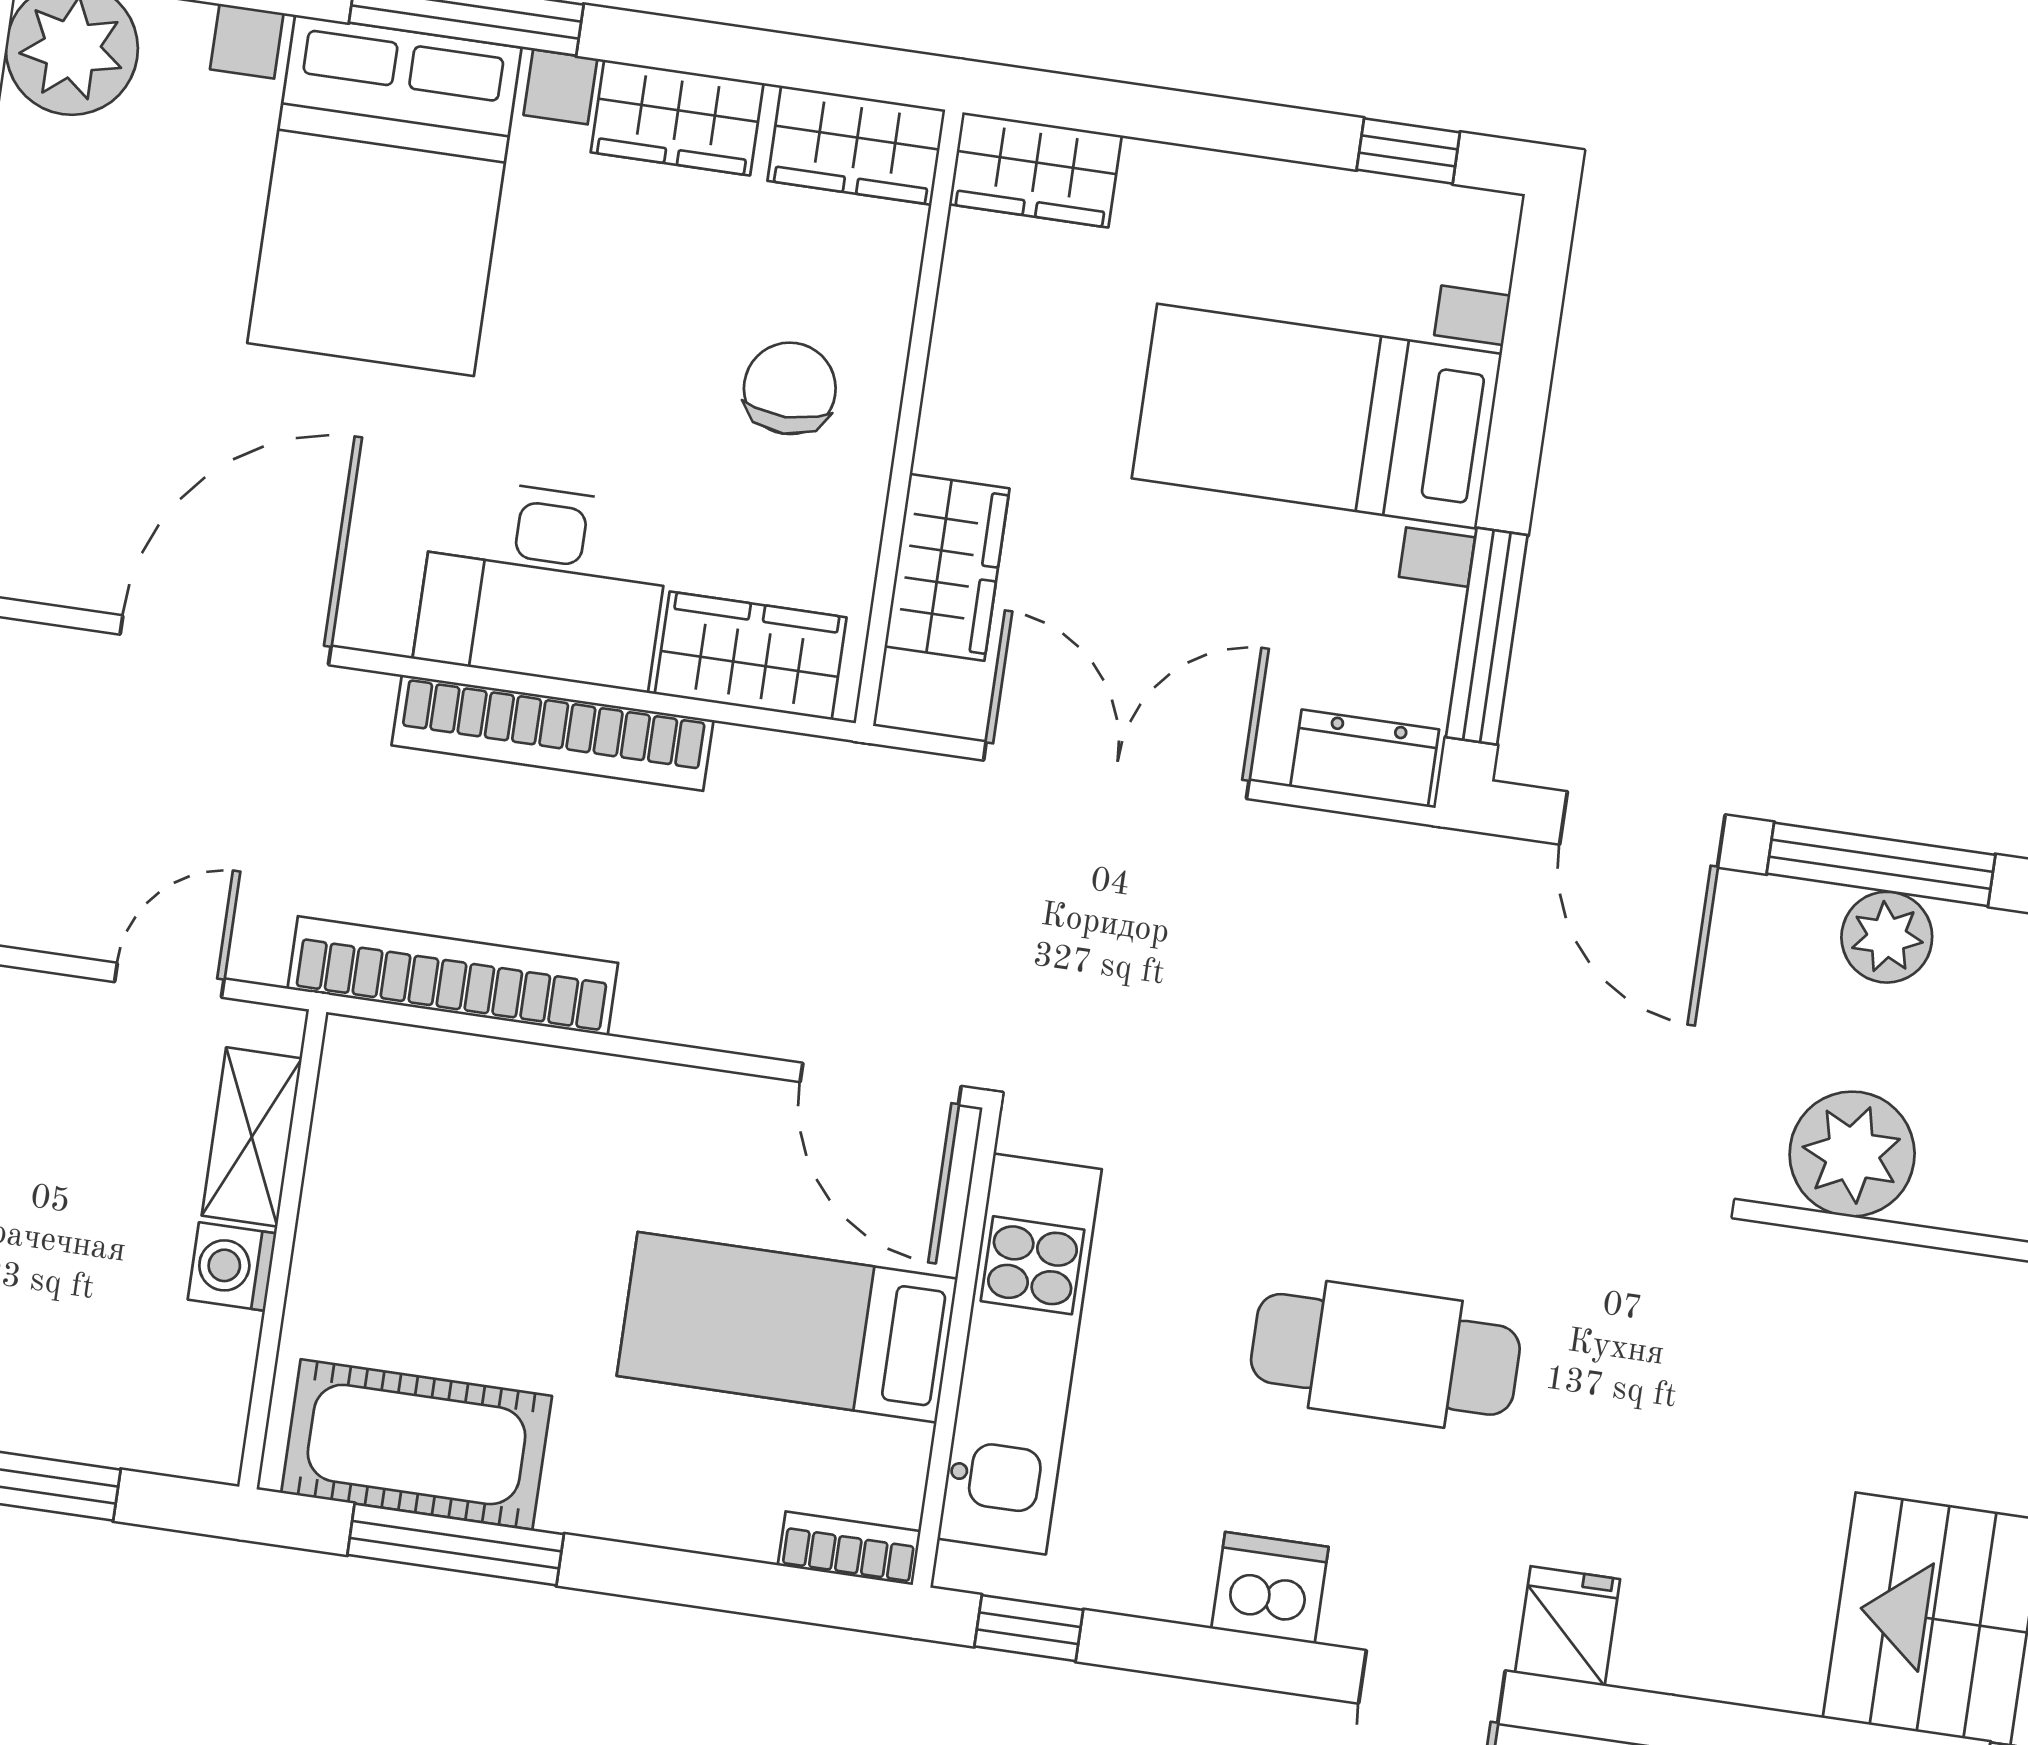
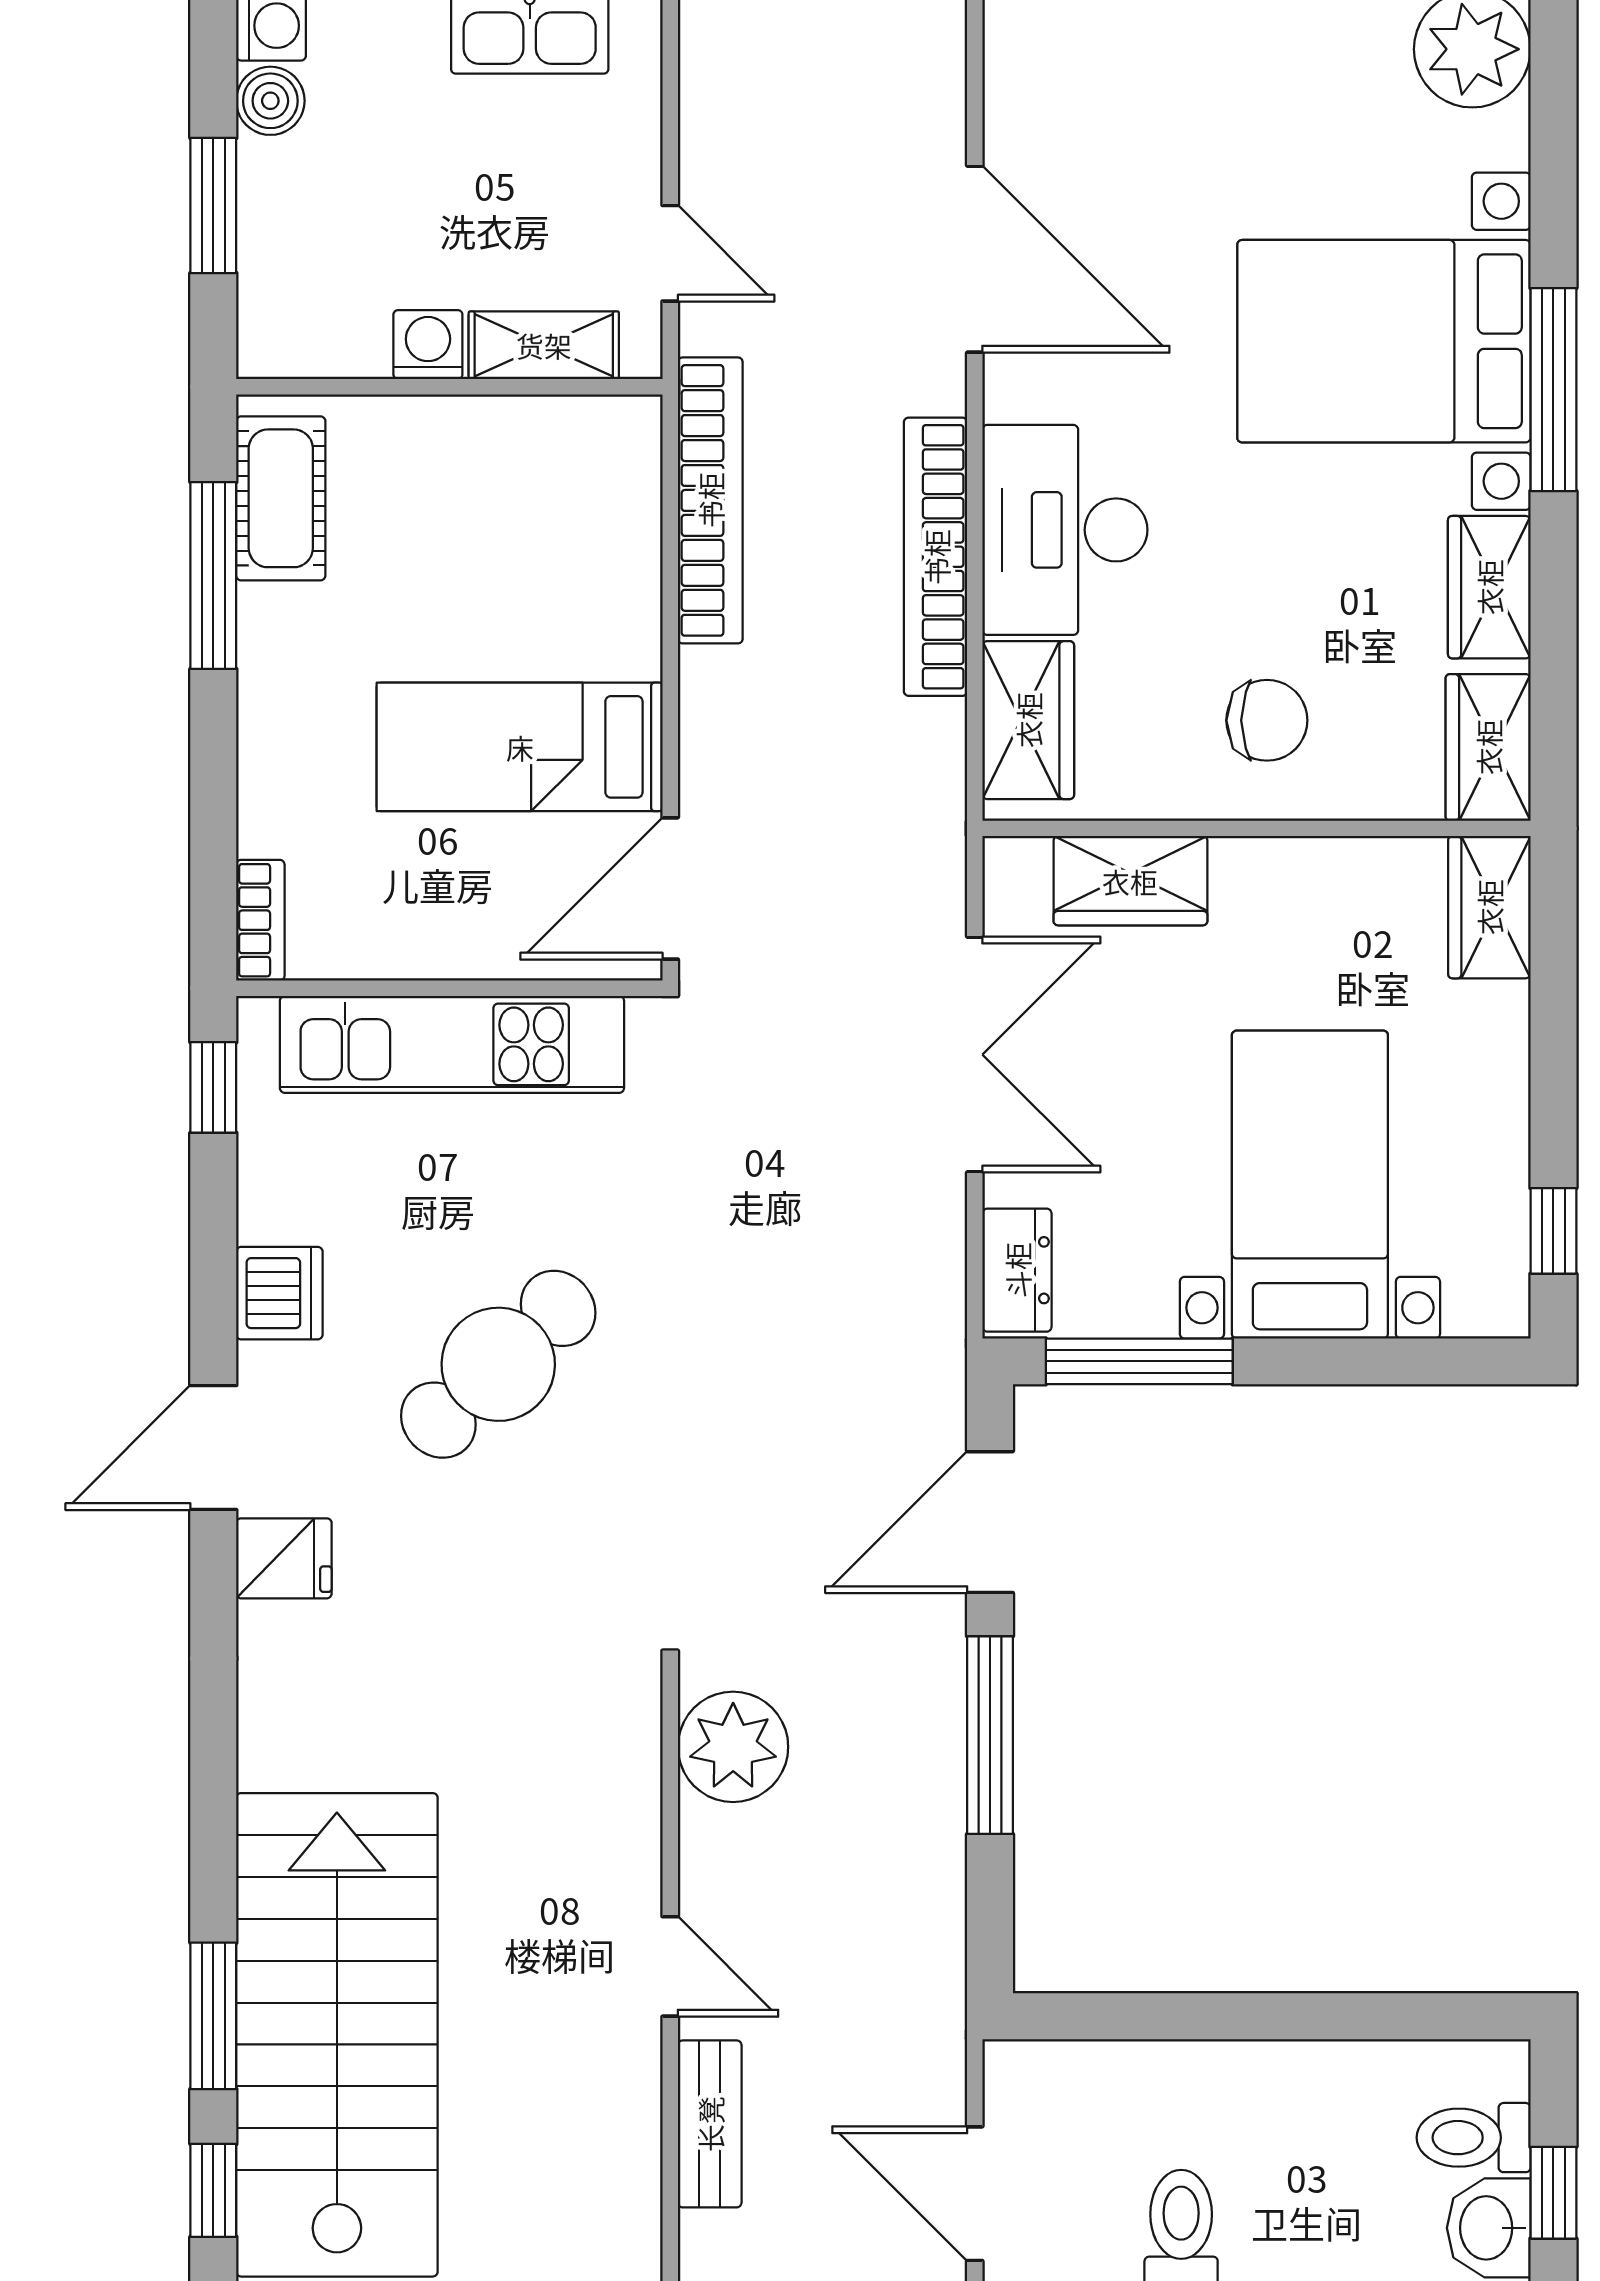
plant: (1887, 937) -> (927, 1750), removed
bed: (787, 1327) -> (520, 747), moved, turned -90
cafe table: (1385, 1354) -> (498, 1364), turned 47
cot: (417, 1444) -> (281, 498), width x0.73, depth x0.75

